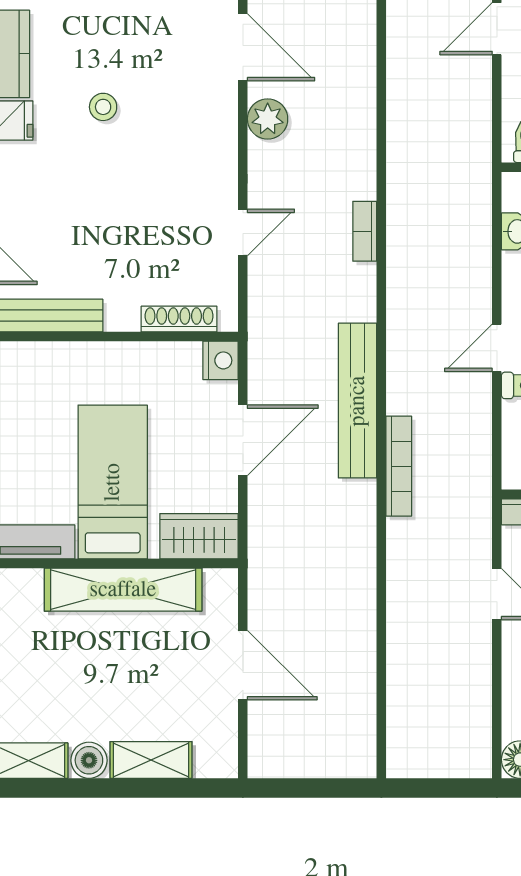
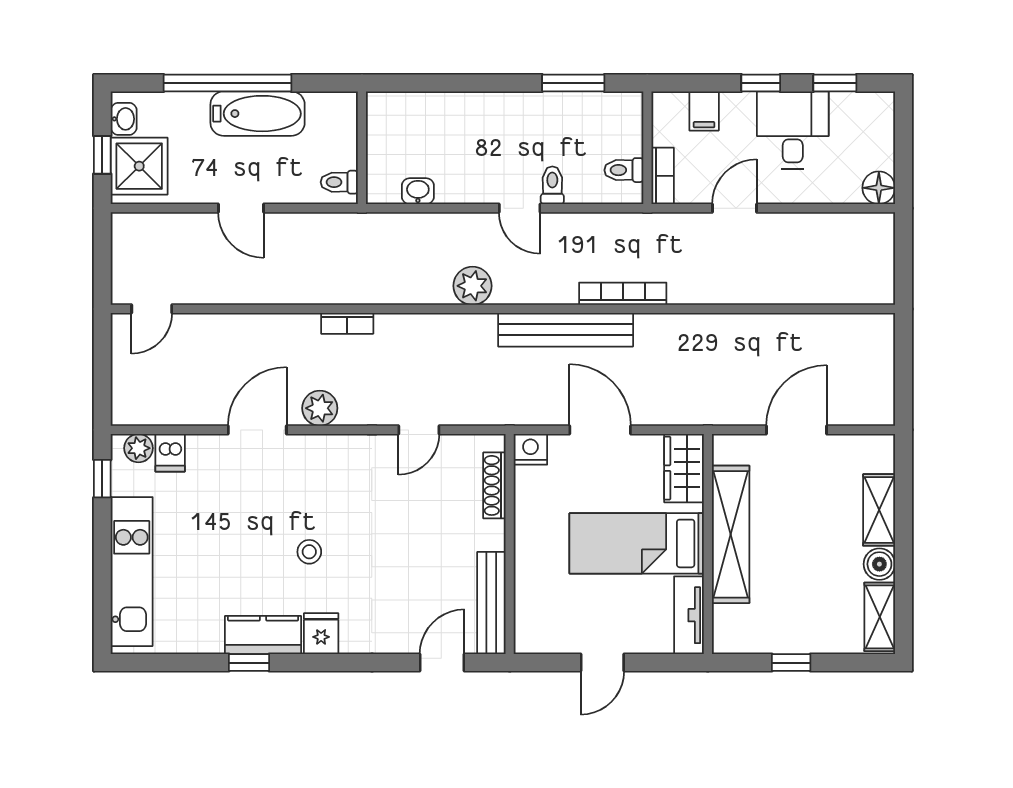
bookcase: (365, 231) -> (347, 323), moved
door: (243, 232) -> (419, 430), swing flipped
plant: (408, 294) -> (472, 286), added

